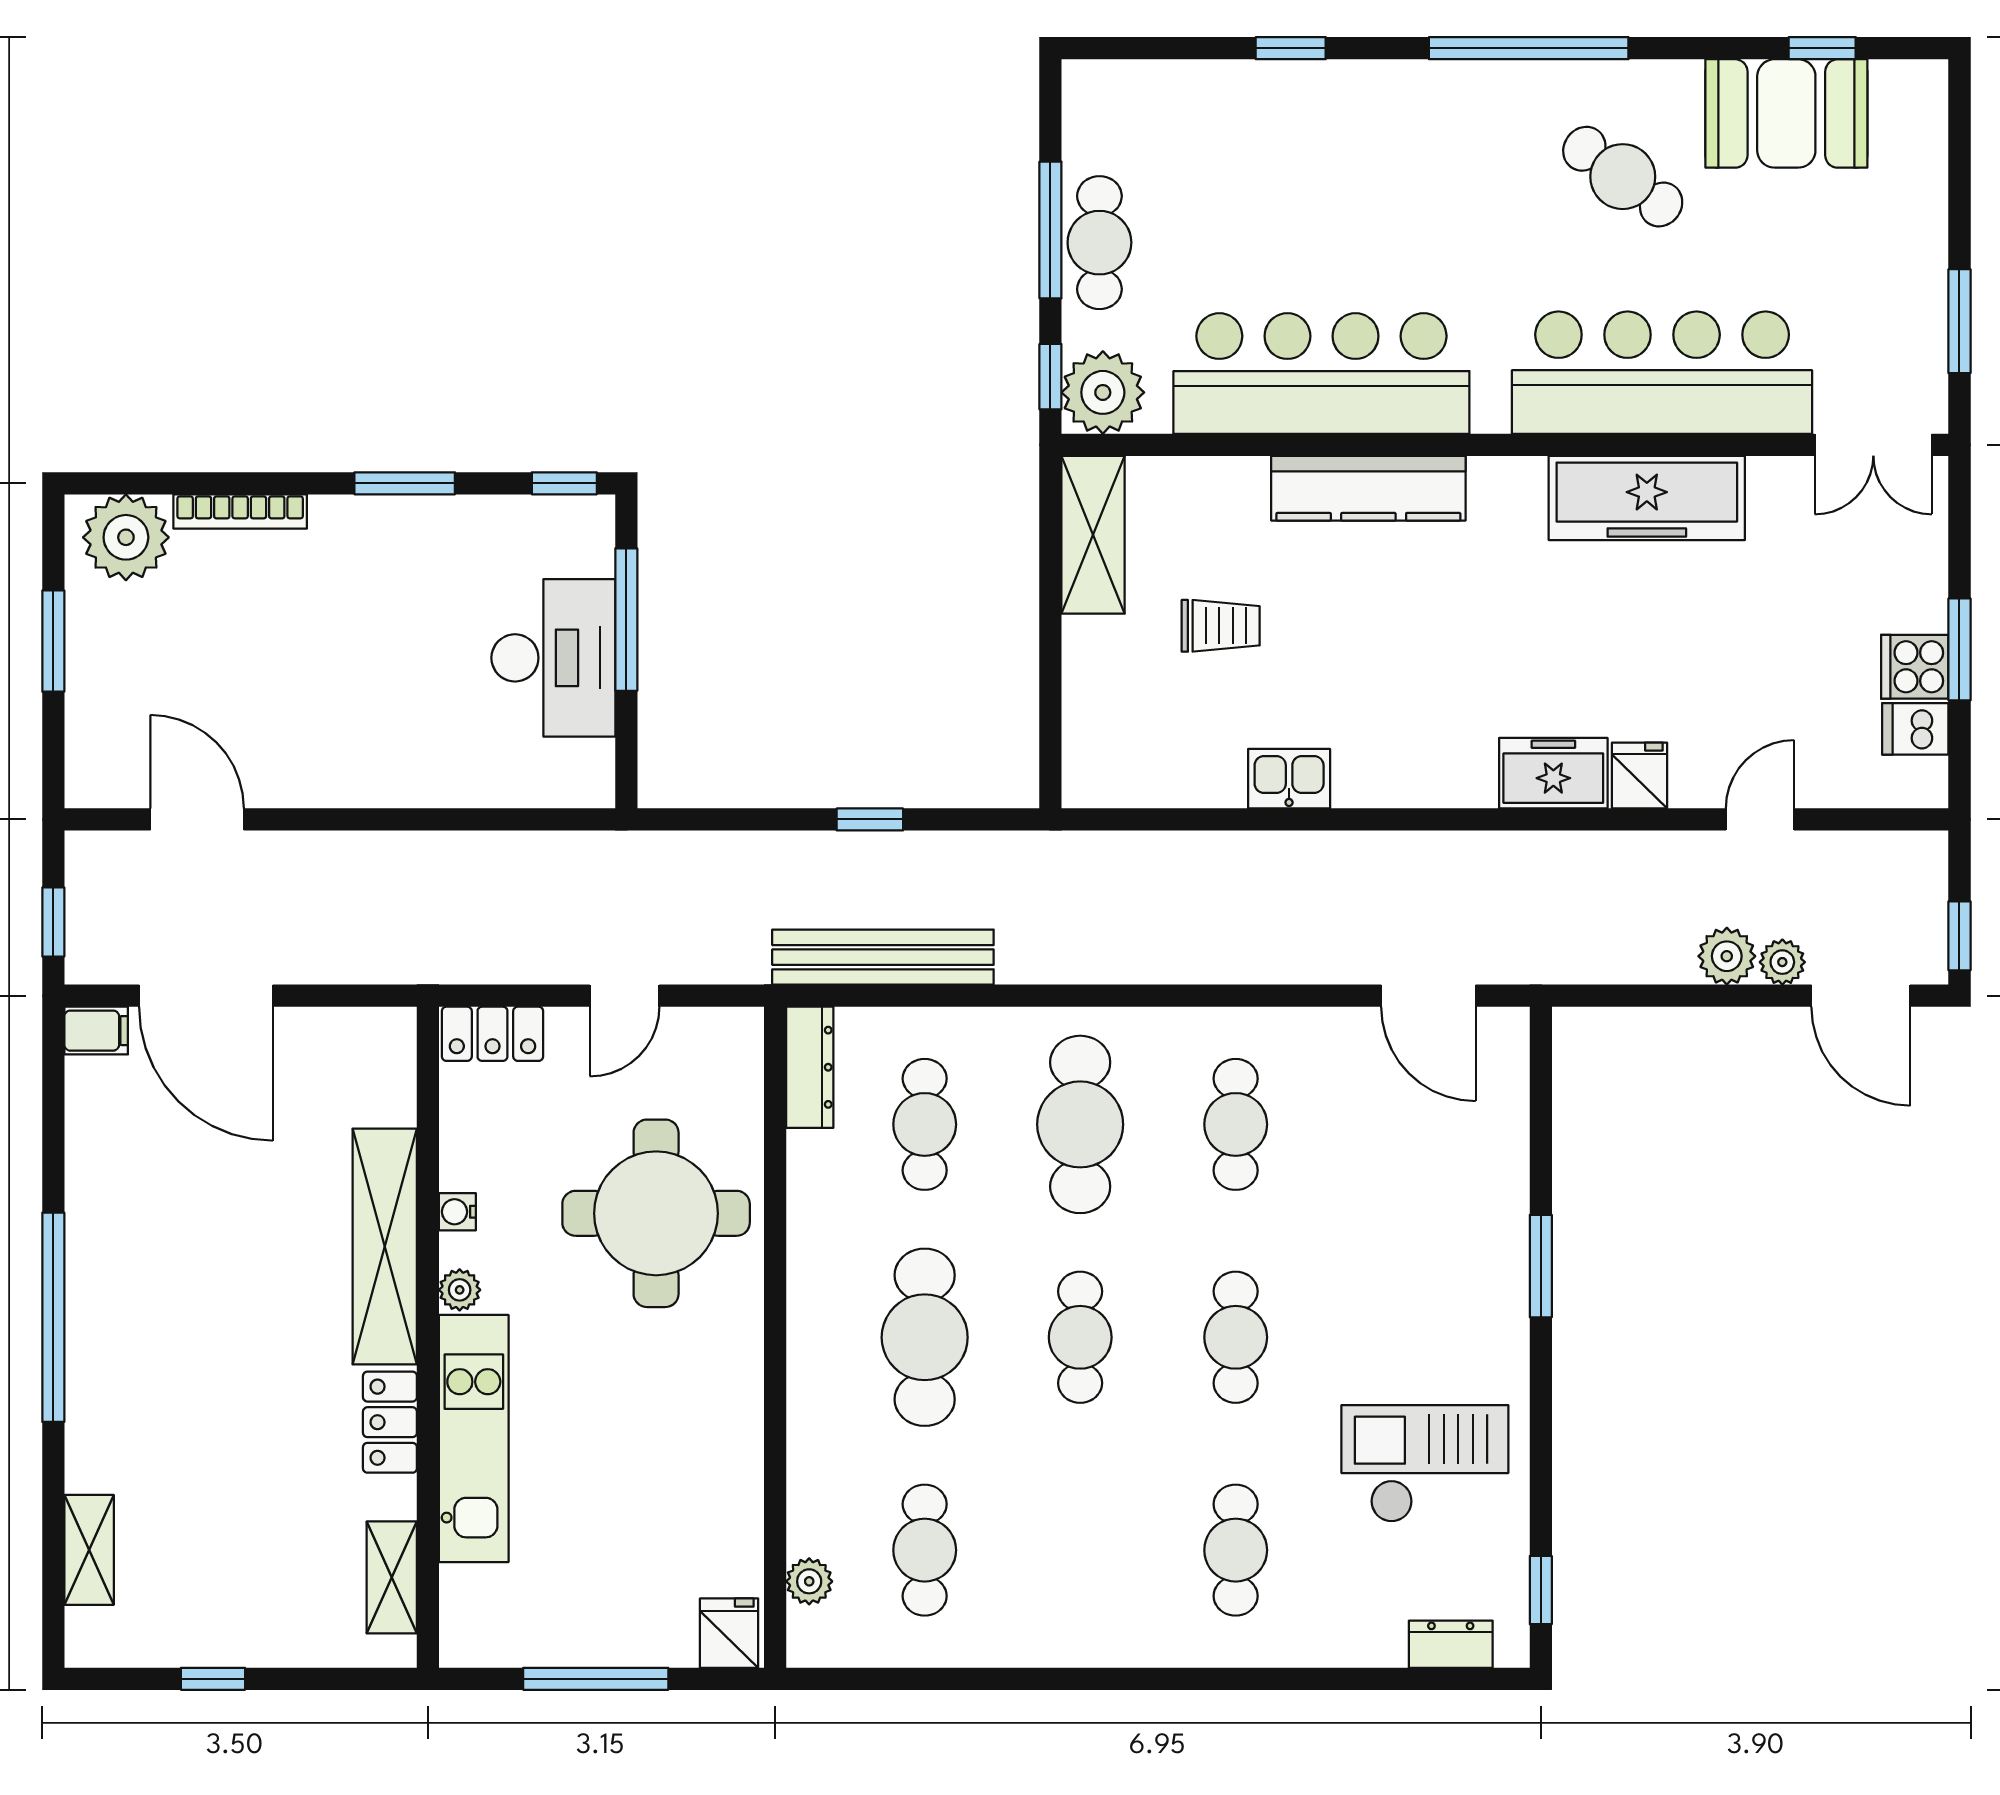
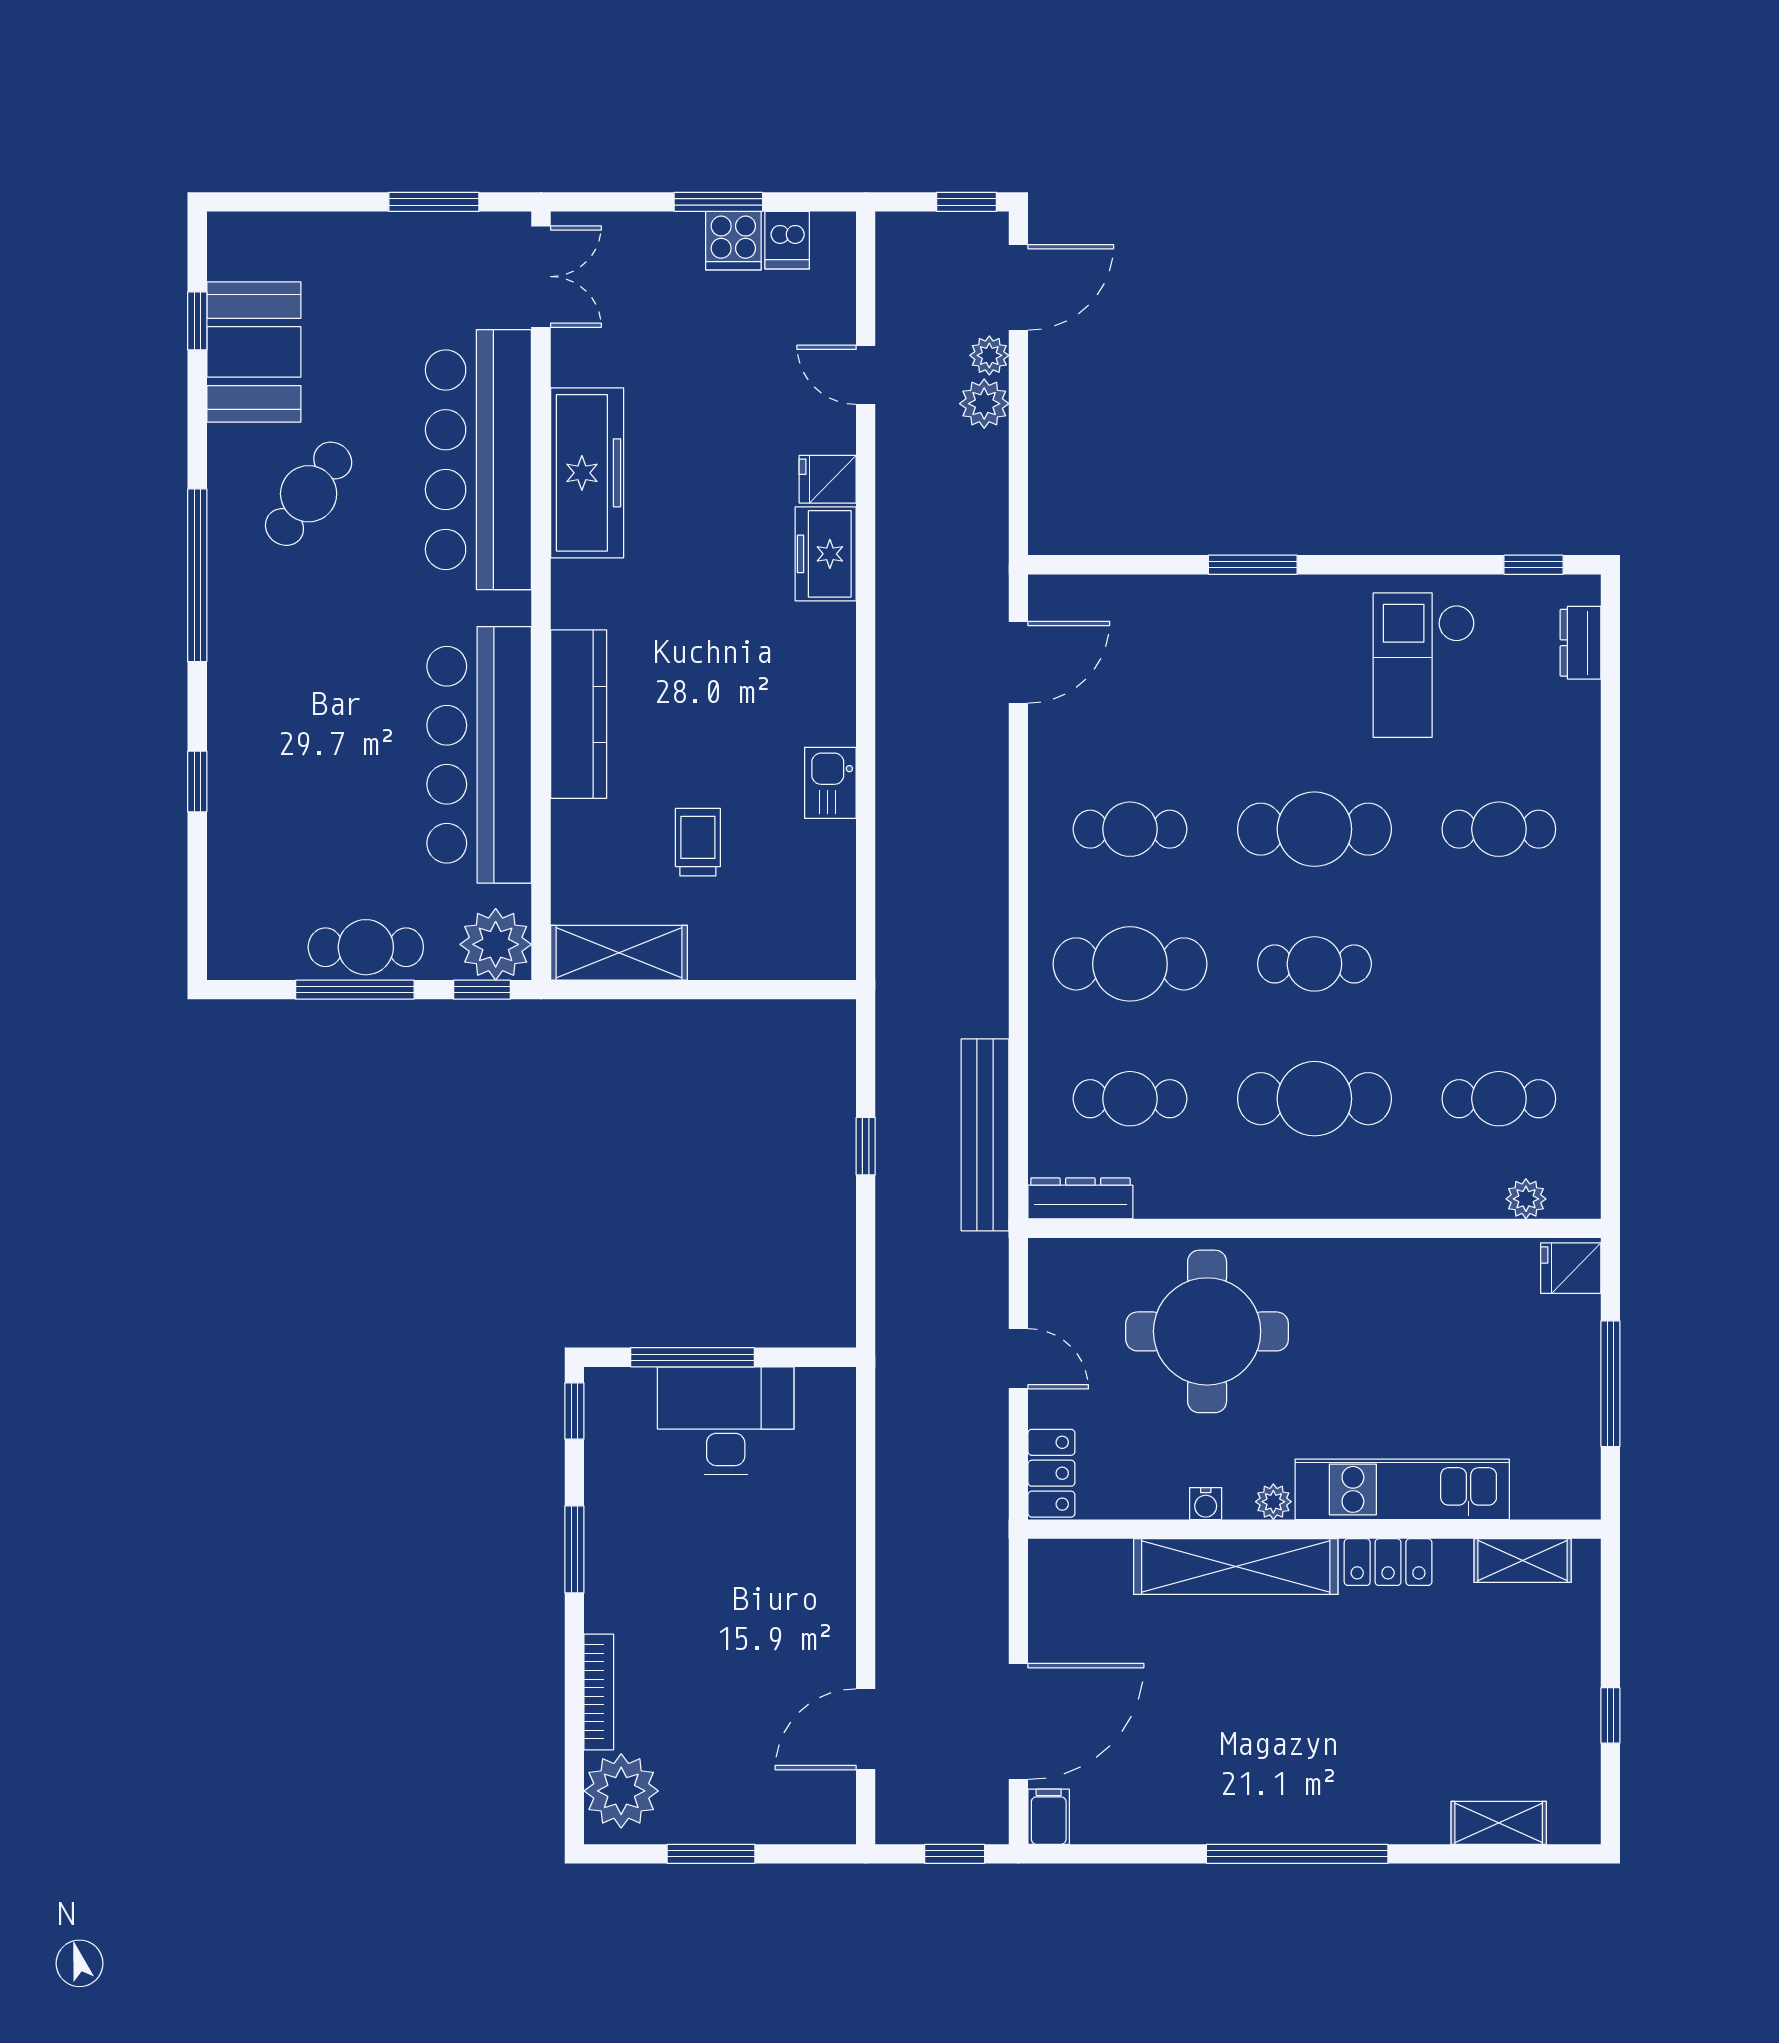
cafe table: (1236, 1337) -> (1314, 829), width x1.37, depth x1.35

